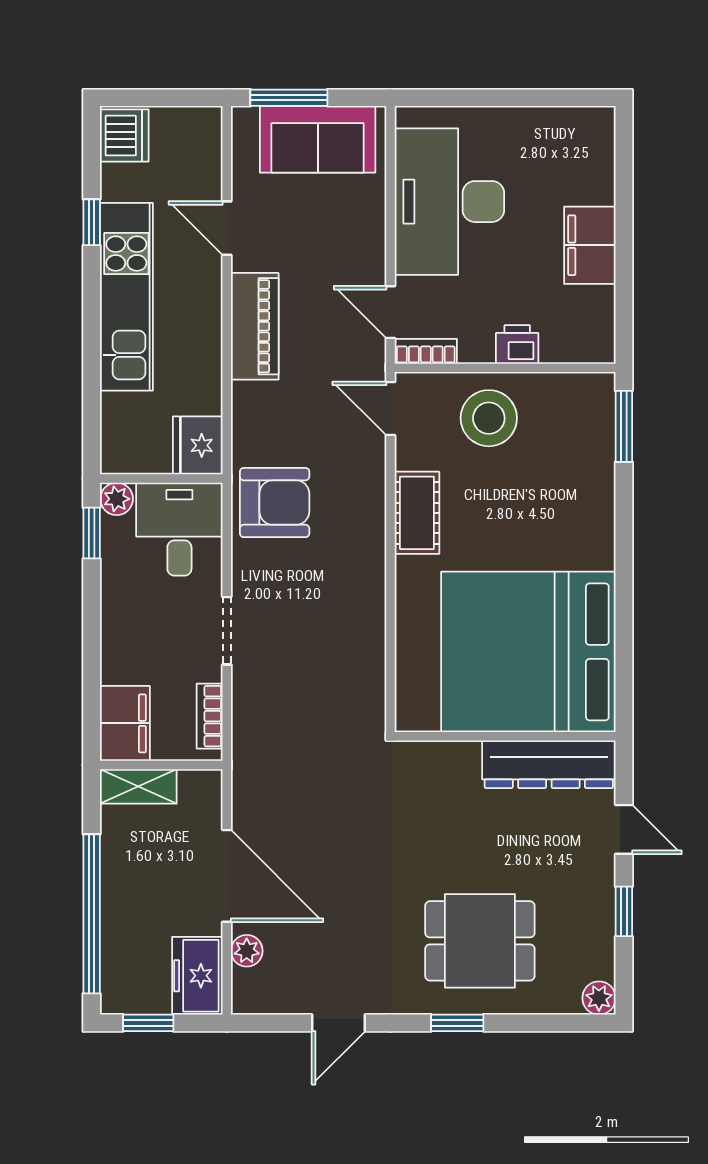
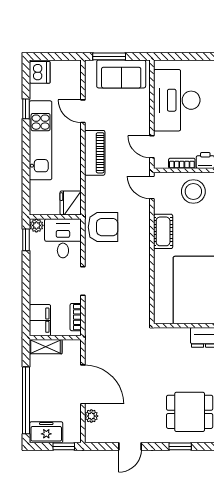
bookcase: (426, 351) -> (182, 163), moved
freezer: (197, 976) -> (46, 432), moved, turned 90
window: (148, 1023) -> (64, 446), moved

